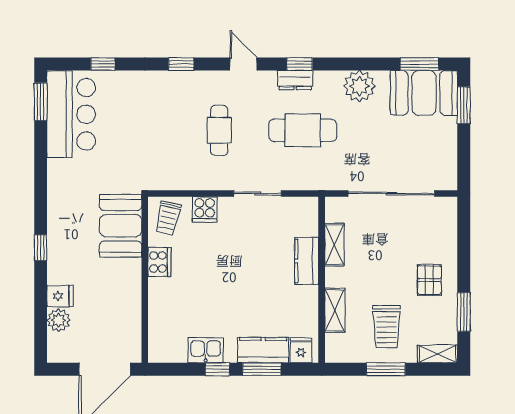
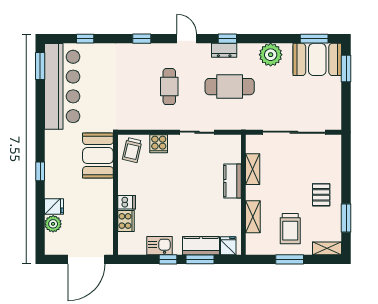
bar counter: (71, 114) -> (62, 86), width x1.36
cooker: (159, 262) -> (126, 221), moved
dishwasher: (160, 290) -> (127, 202), added

